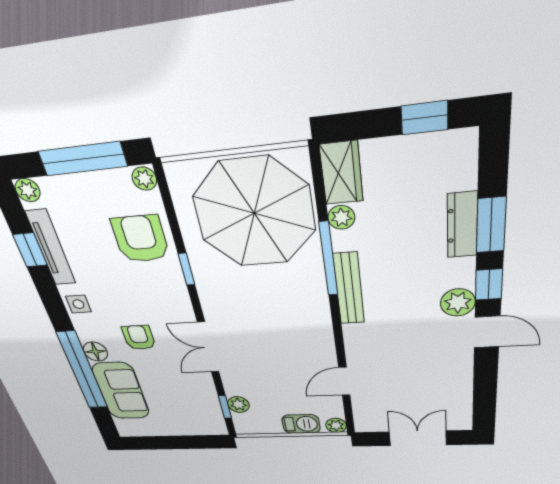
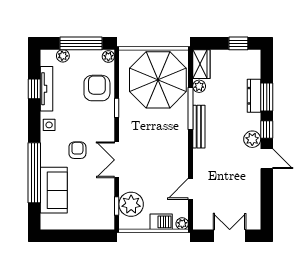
plant: (28, 190) -> (63, 56), moved
floor lamp: (95, 352) -> (48, 159), removed
plant: (238, 405) -> (131, 204), width x1.88, depth x1.88

